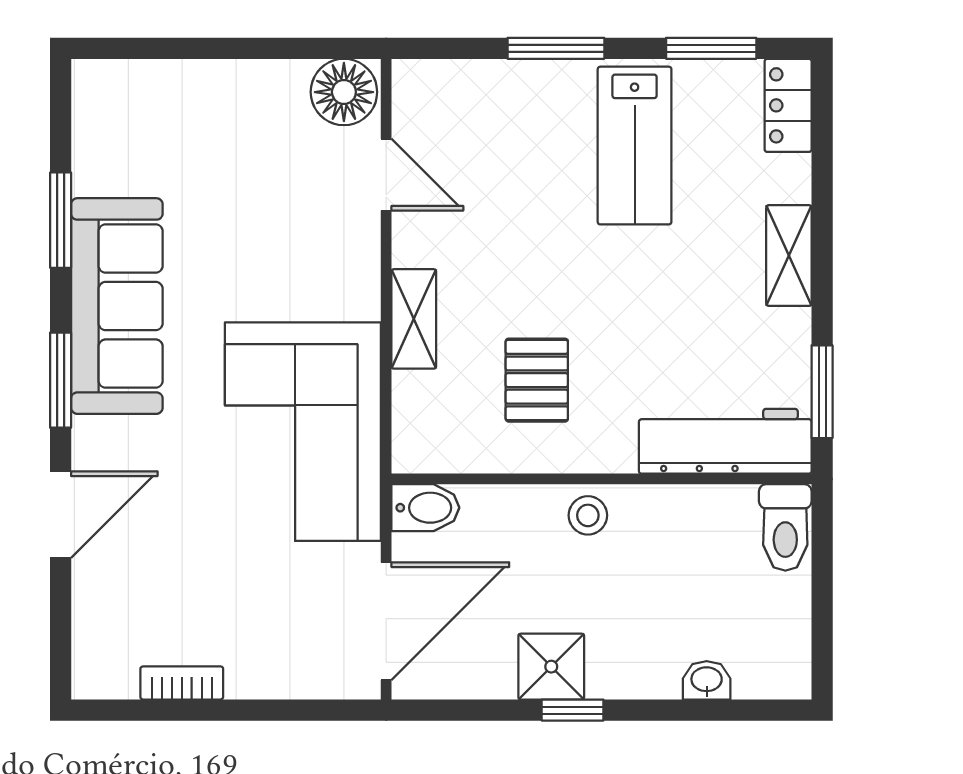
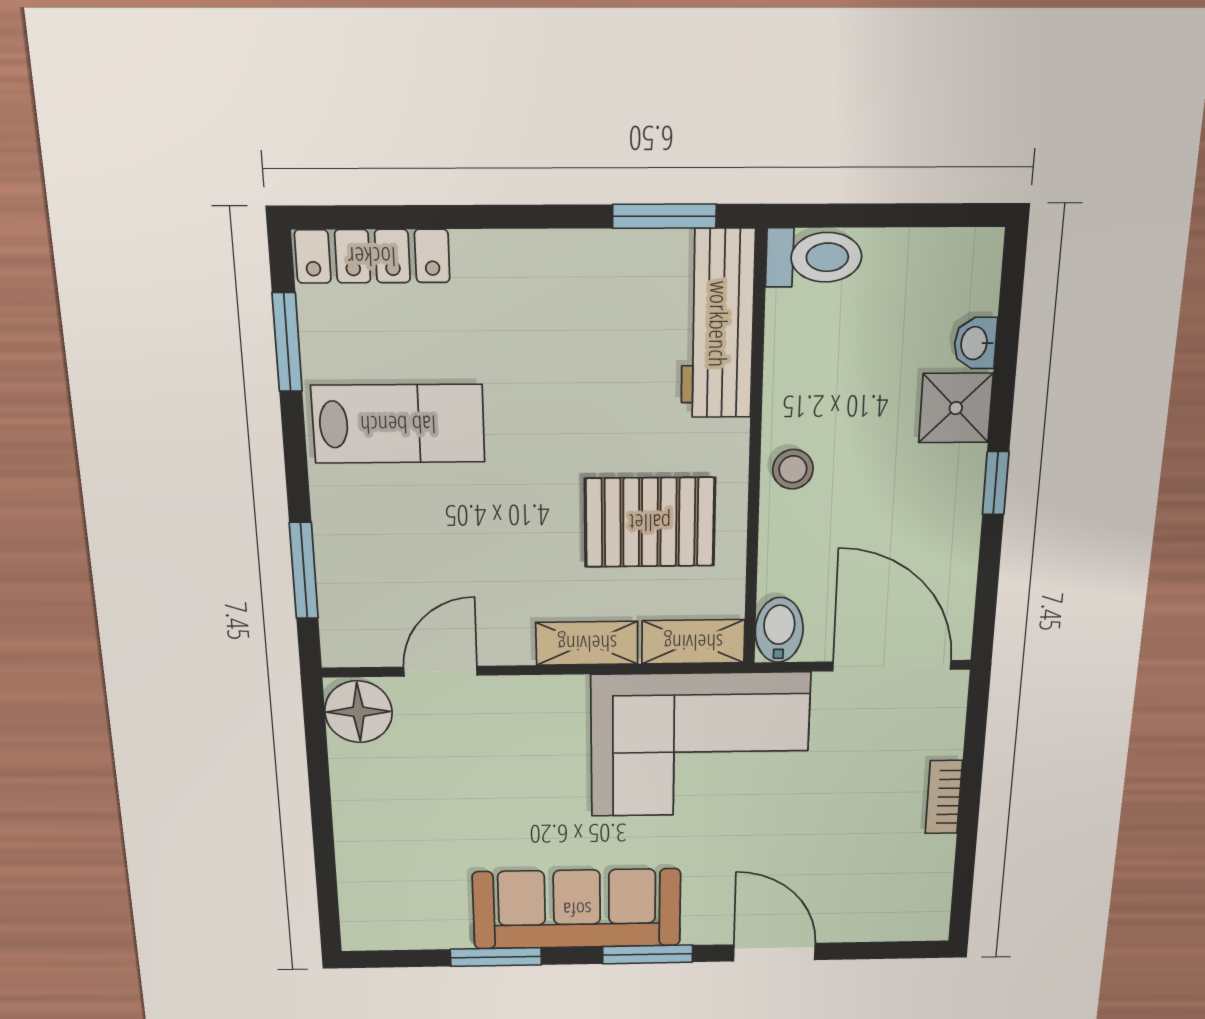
window: (556, 48) -> (304, 571), moved
locker: (788, 105) -> (372, 256), width x1.53
shelving: (789, 256) -> (693, 642), moved
pallet: (537, 380) -> (650, 522), width x1.50, depth x1.42
shower: (551, 667) -> (956, 408), moved
bookcase: (182, 683) -> (944, 797), moved

